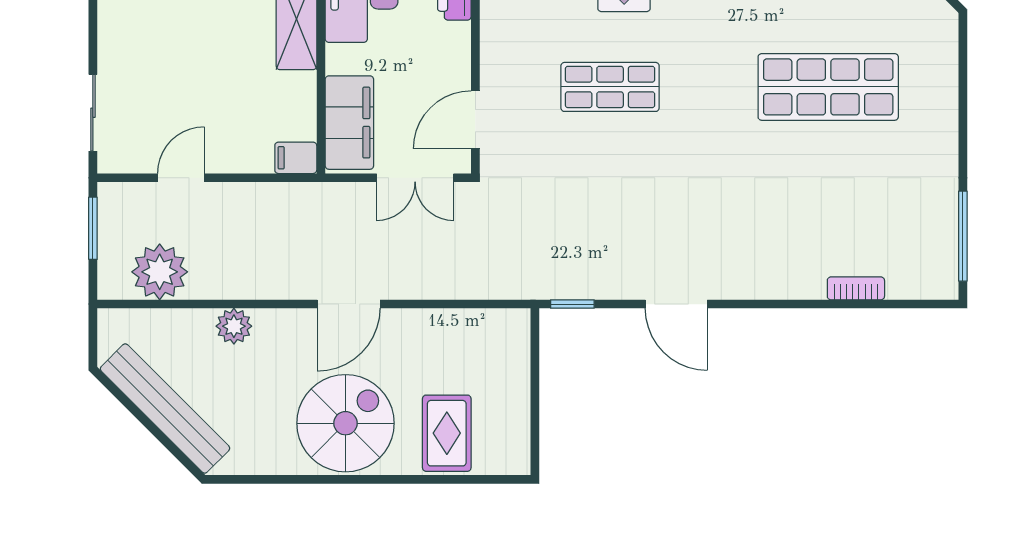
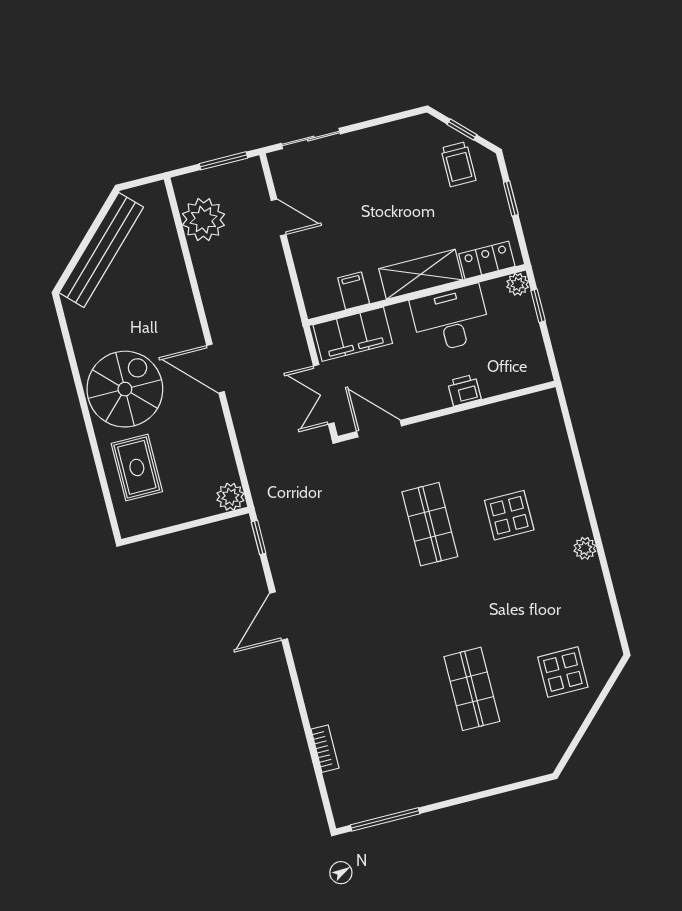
shop shelf: (828, 87) -> (472, 689), width x0.70, depth x0.74
filing cabinet: (296, 158) -> (354, 291), moved
plant: (234, 326) -> (230, 497), moved
spiral stairs: (345, 423) -> (125, 389), turned -90
rug: (447, 433) -> (137, 467), turned 90

